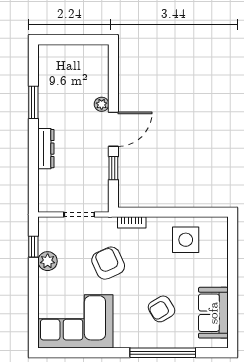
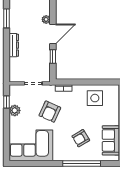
armchair: (108, 263) -> (50, 112), turned -132

